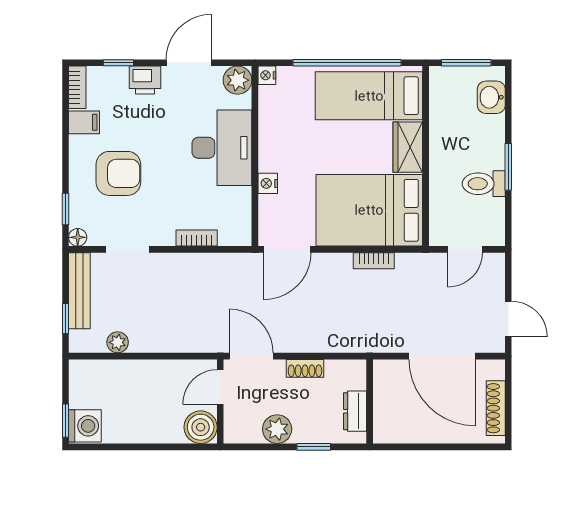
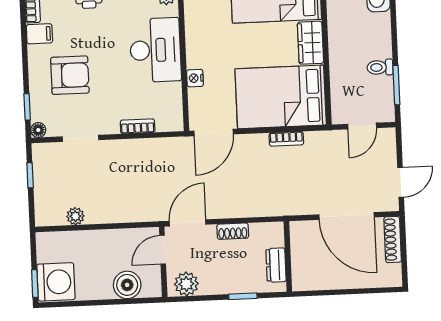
window: (508, 167) -> (396, 85), moved
toilet: (484, 184) -> (380, 67), width x0.73, depth x0.72
bench: (79, 291) -> (42, 175), removed
window: (66, 319) -> (30, 175), moved
door: (508, 319) -> (401, 182), hinge flipped
door: (251, 356) -> (188, 223), hinge flipped
shoe rack: (496, 408) -> (393, 240), moved
washing machine: (85, 426) -> (56, 282), width x1.37, depth x1.37
boiler: (201, 427) -> (127, 285), moved
plant: (277, 429) -> (186, 284), moved

